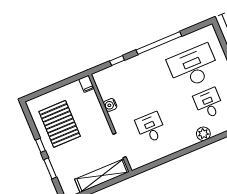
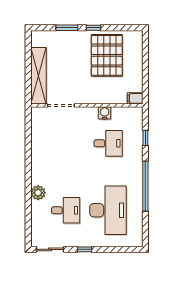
pallet: (60, 124) -> (107, 55), turned 90
desk: (151, 128) -> (108, 143), moved

